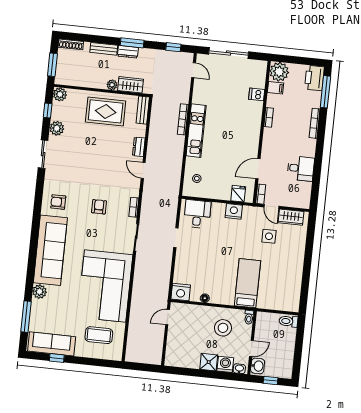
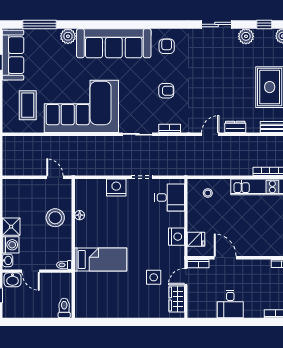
nightstand: (181, 292) -> (116, 188), moved, turned 90
stool: (223, 328) -> (55, 218), moved

